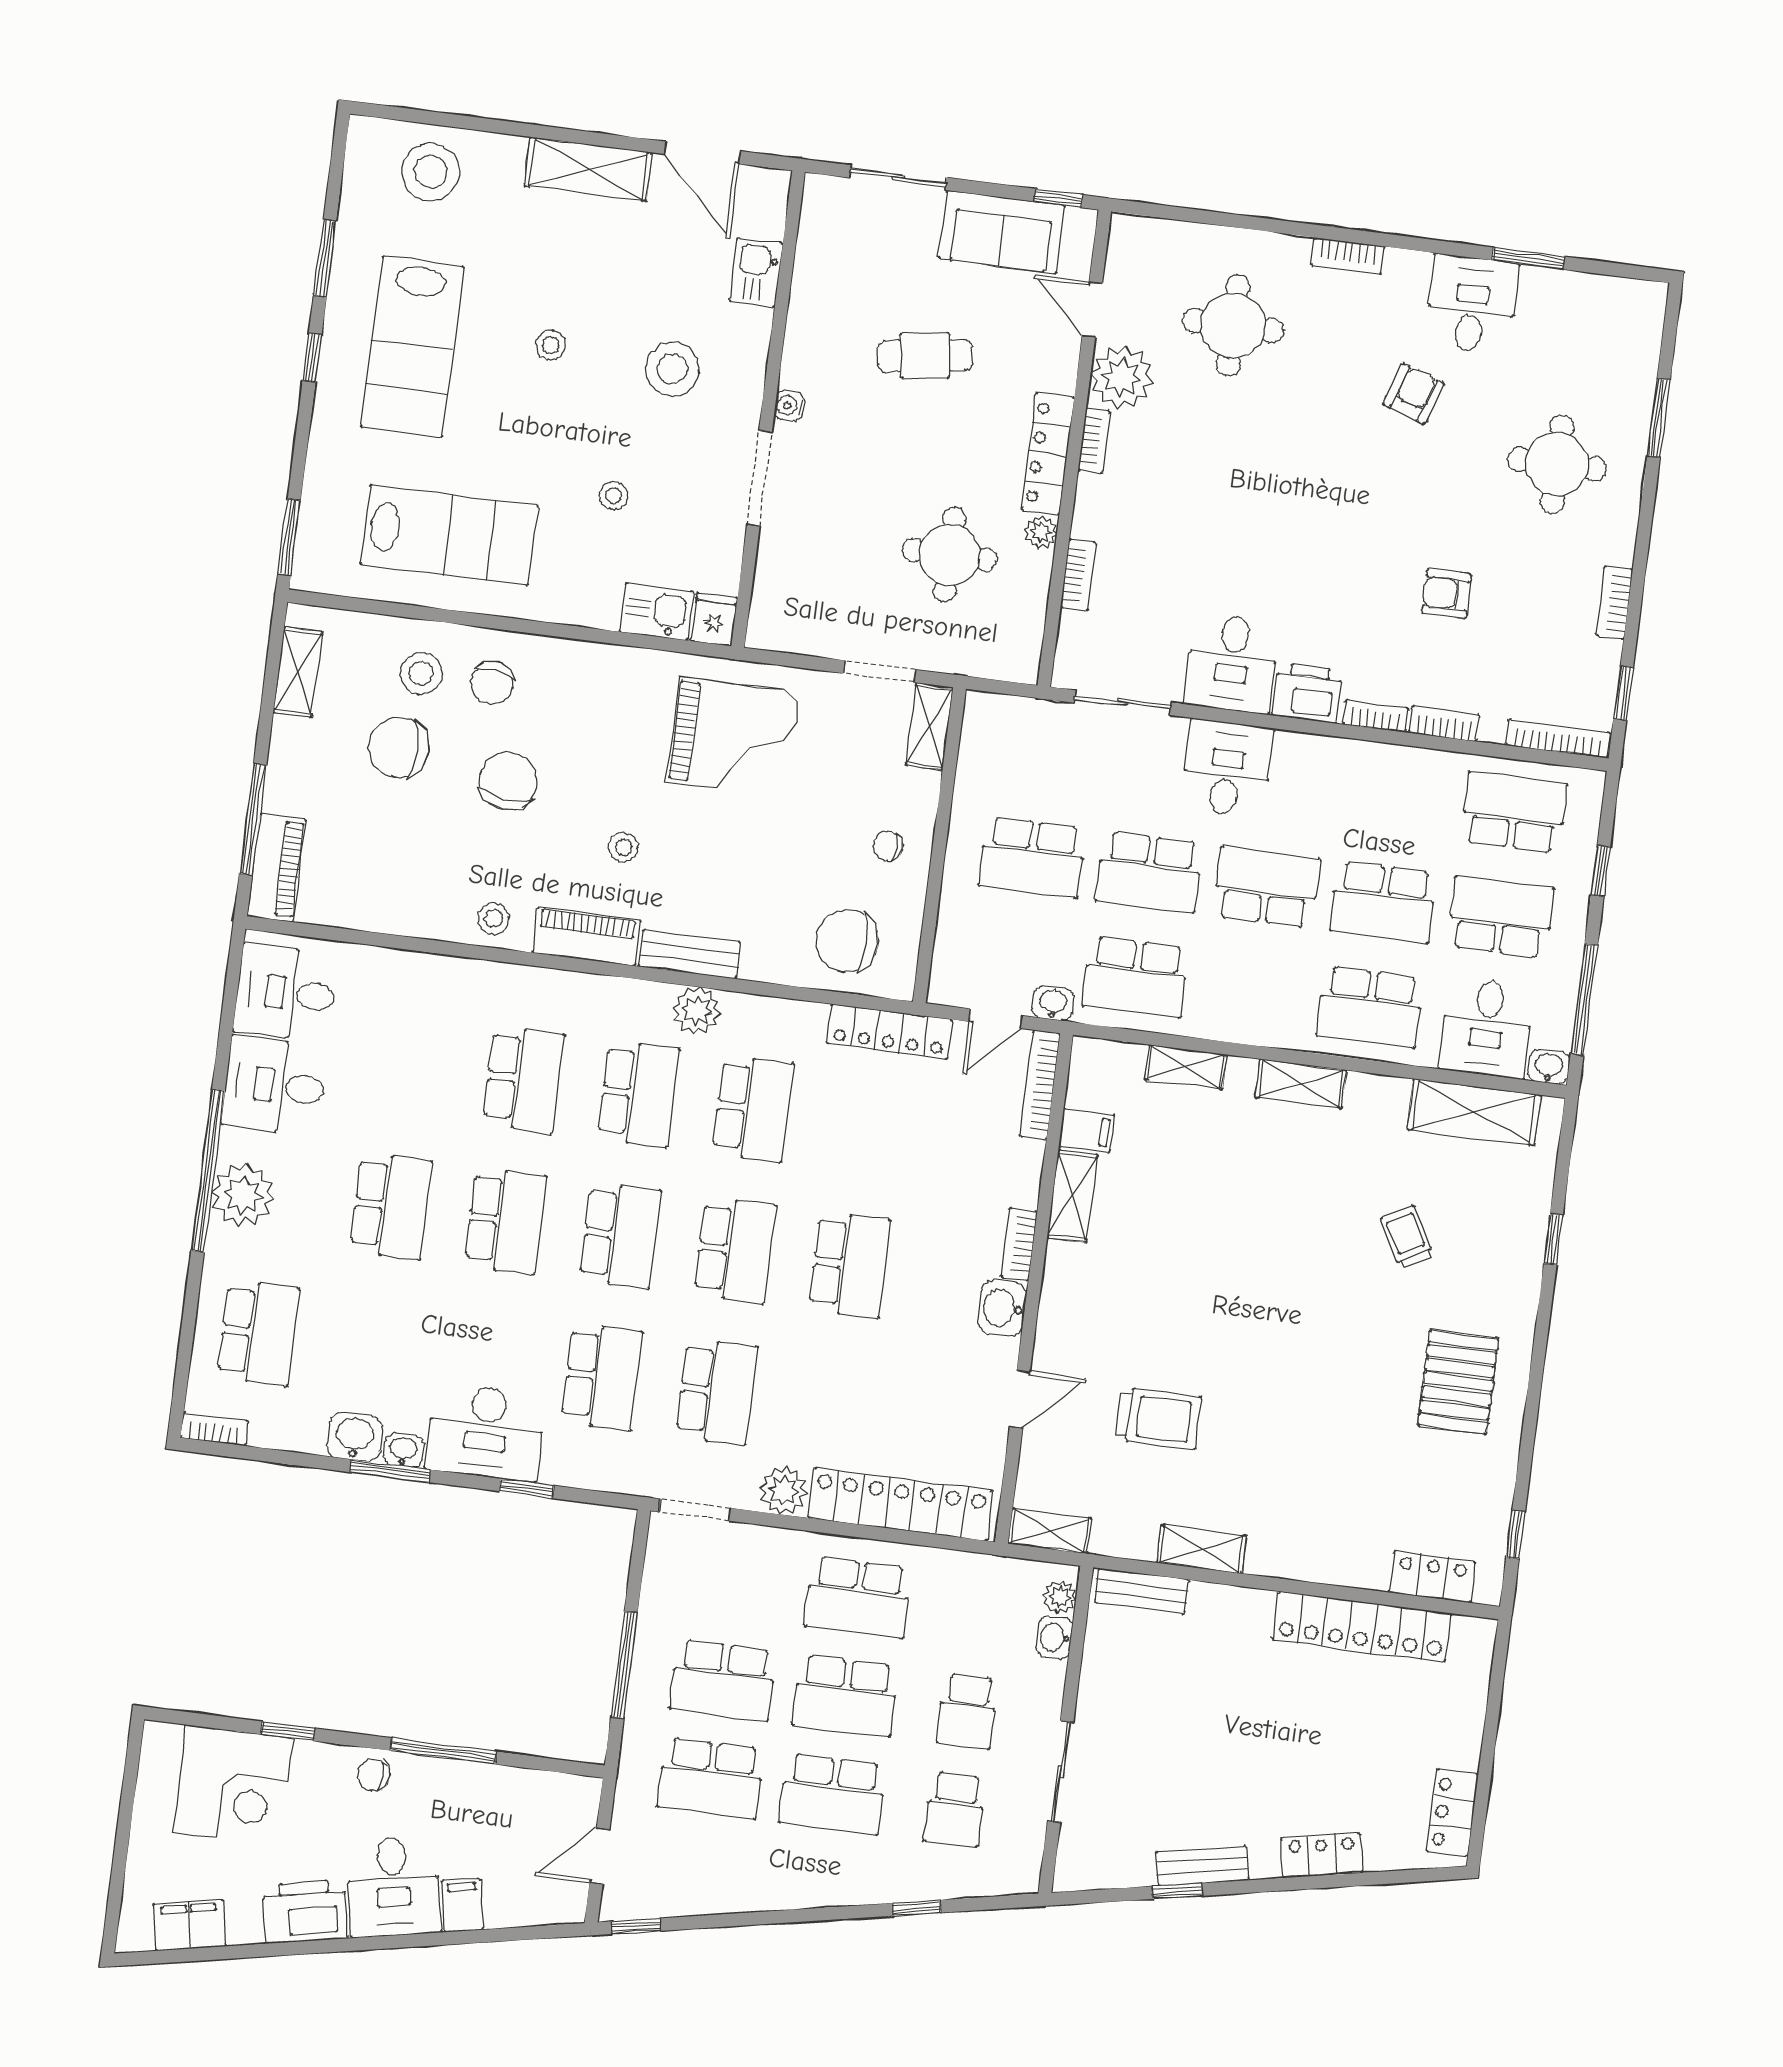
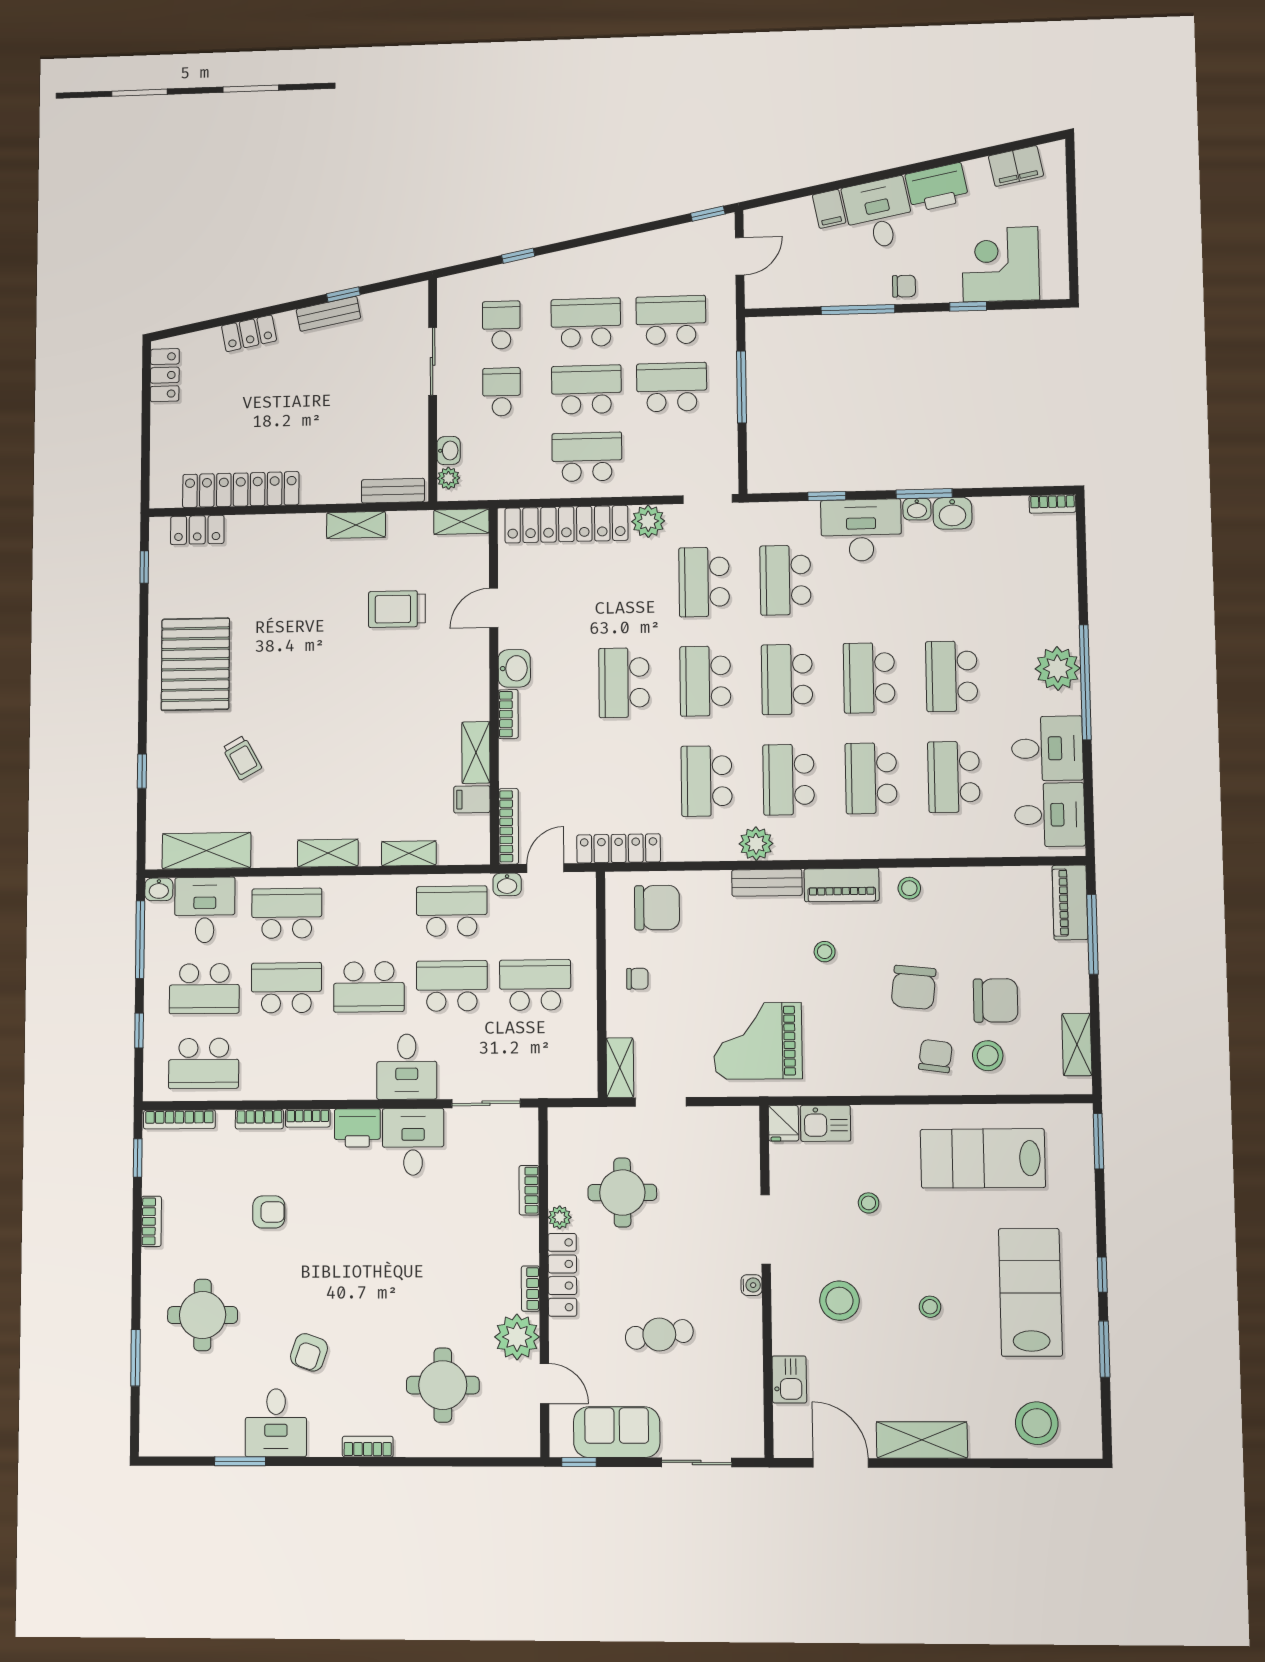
school desk: (258, 1333) -> (954, 777), moved
pallet: (1458, 1382) -> (195, 664), width x1.37, depth x1.41

